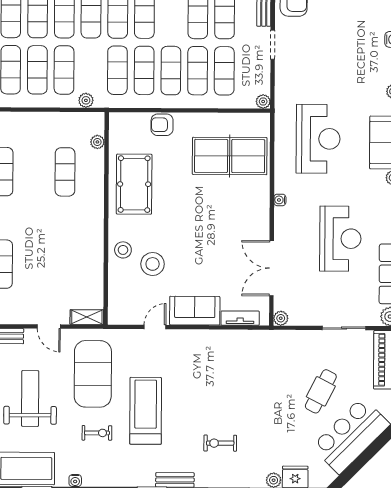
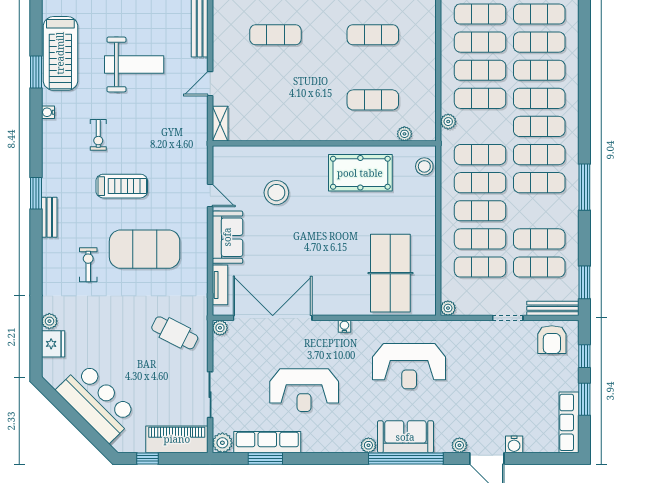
armchair: (162, 125) -> (423, 202), removed
stool: (123, 250) -> (424, 166), moved
double door: (272, 268) -> (273, 318), width x1.36
exercise mat: (93, 374) -> (145, 249), moved
cafe table: (321, 391) -> (175, 333), moved
treadmill: (146, 411) -> (122, 186), width x0.73, depth x0.73

